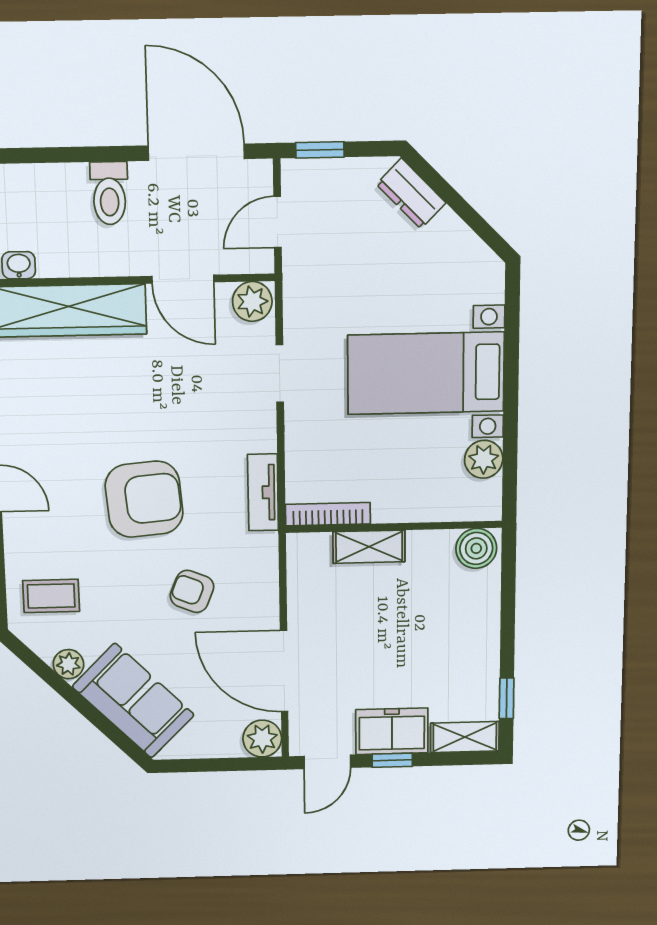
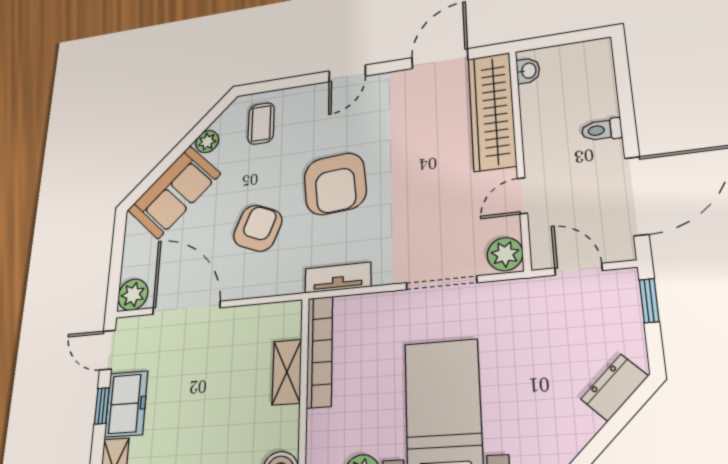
toilet: (109, 193) -> (602, 130), width x0.73, depth x0.72
door: (183, 279) -> (522, 196), width x0.73
doorway: (280, 374) -> (441, 283), width x1.38
bookcase: (328, 514) -> (320, 351), width x1.48, depth x1.31
armchair: (192, 591) -> (258, 228), width x1.38, depth x1.38
door: (284, 671) -> (186, 308), hinge flipped

